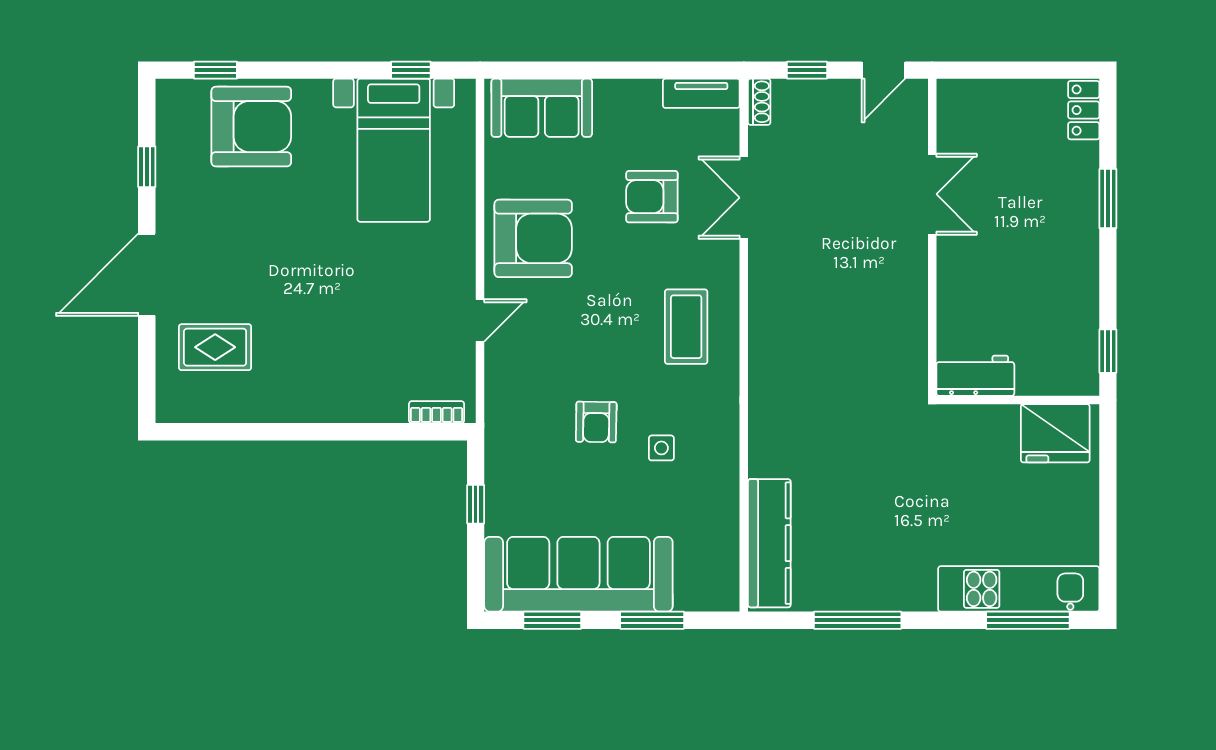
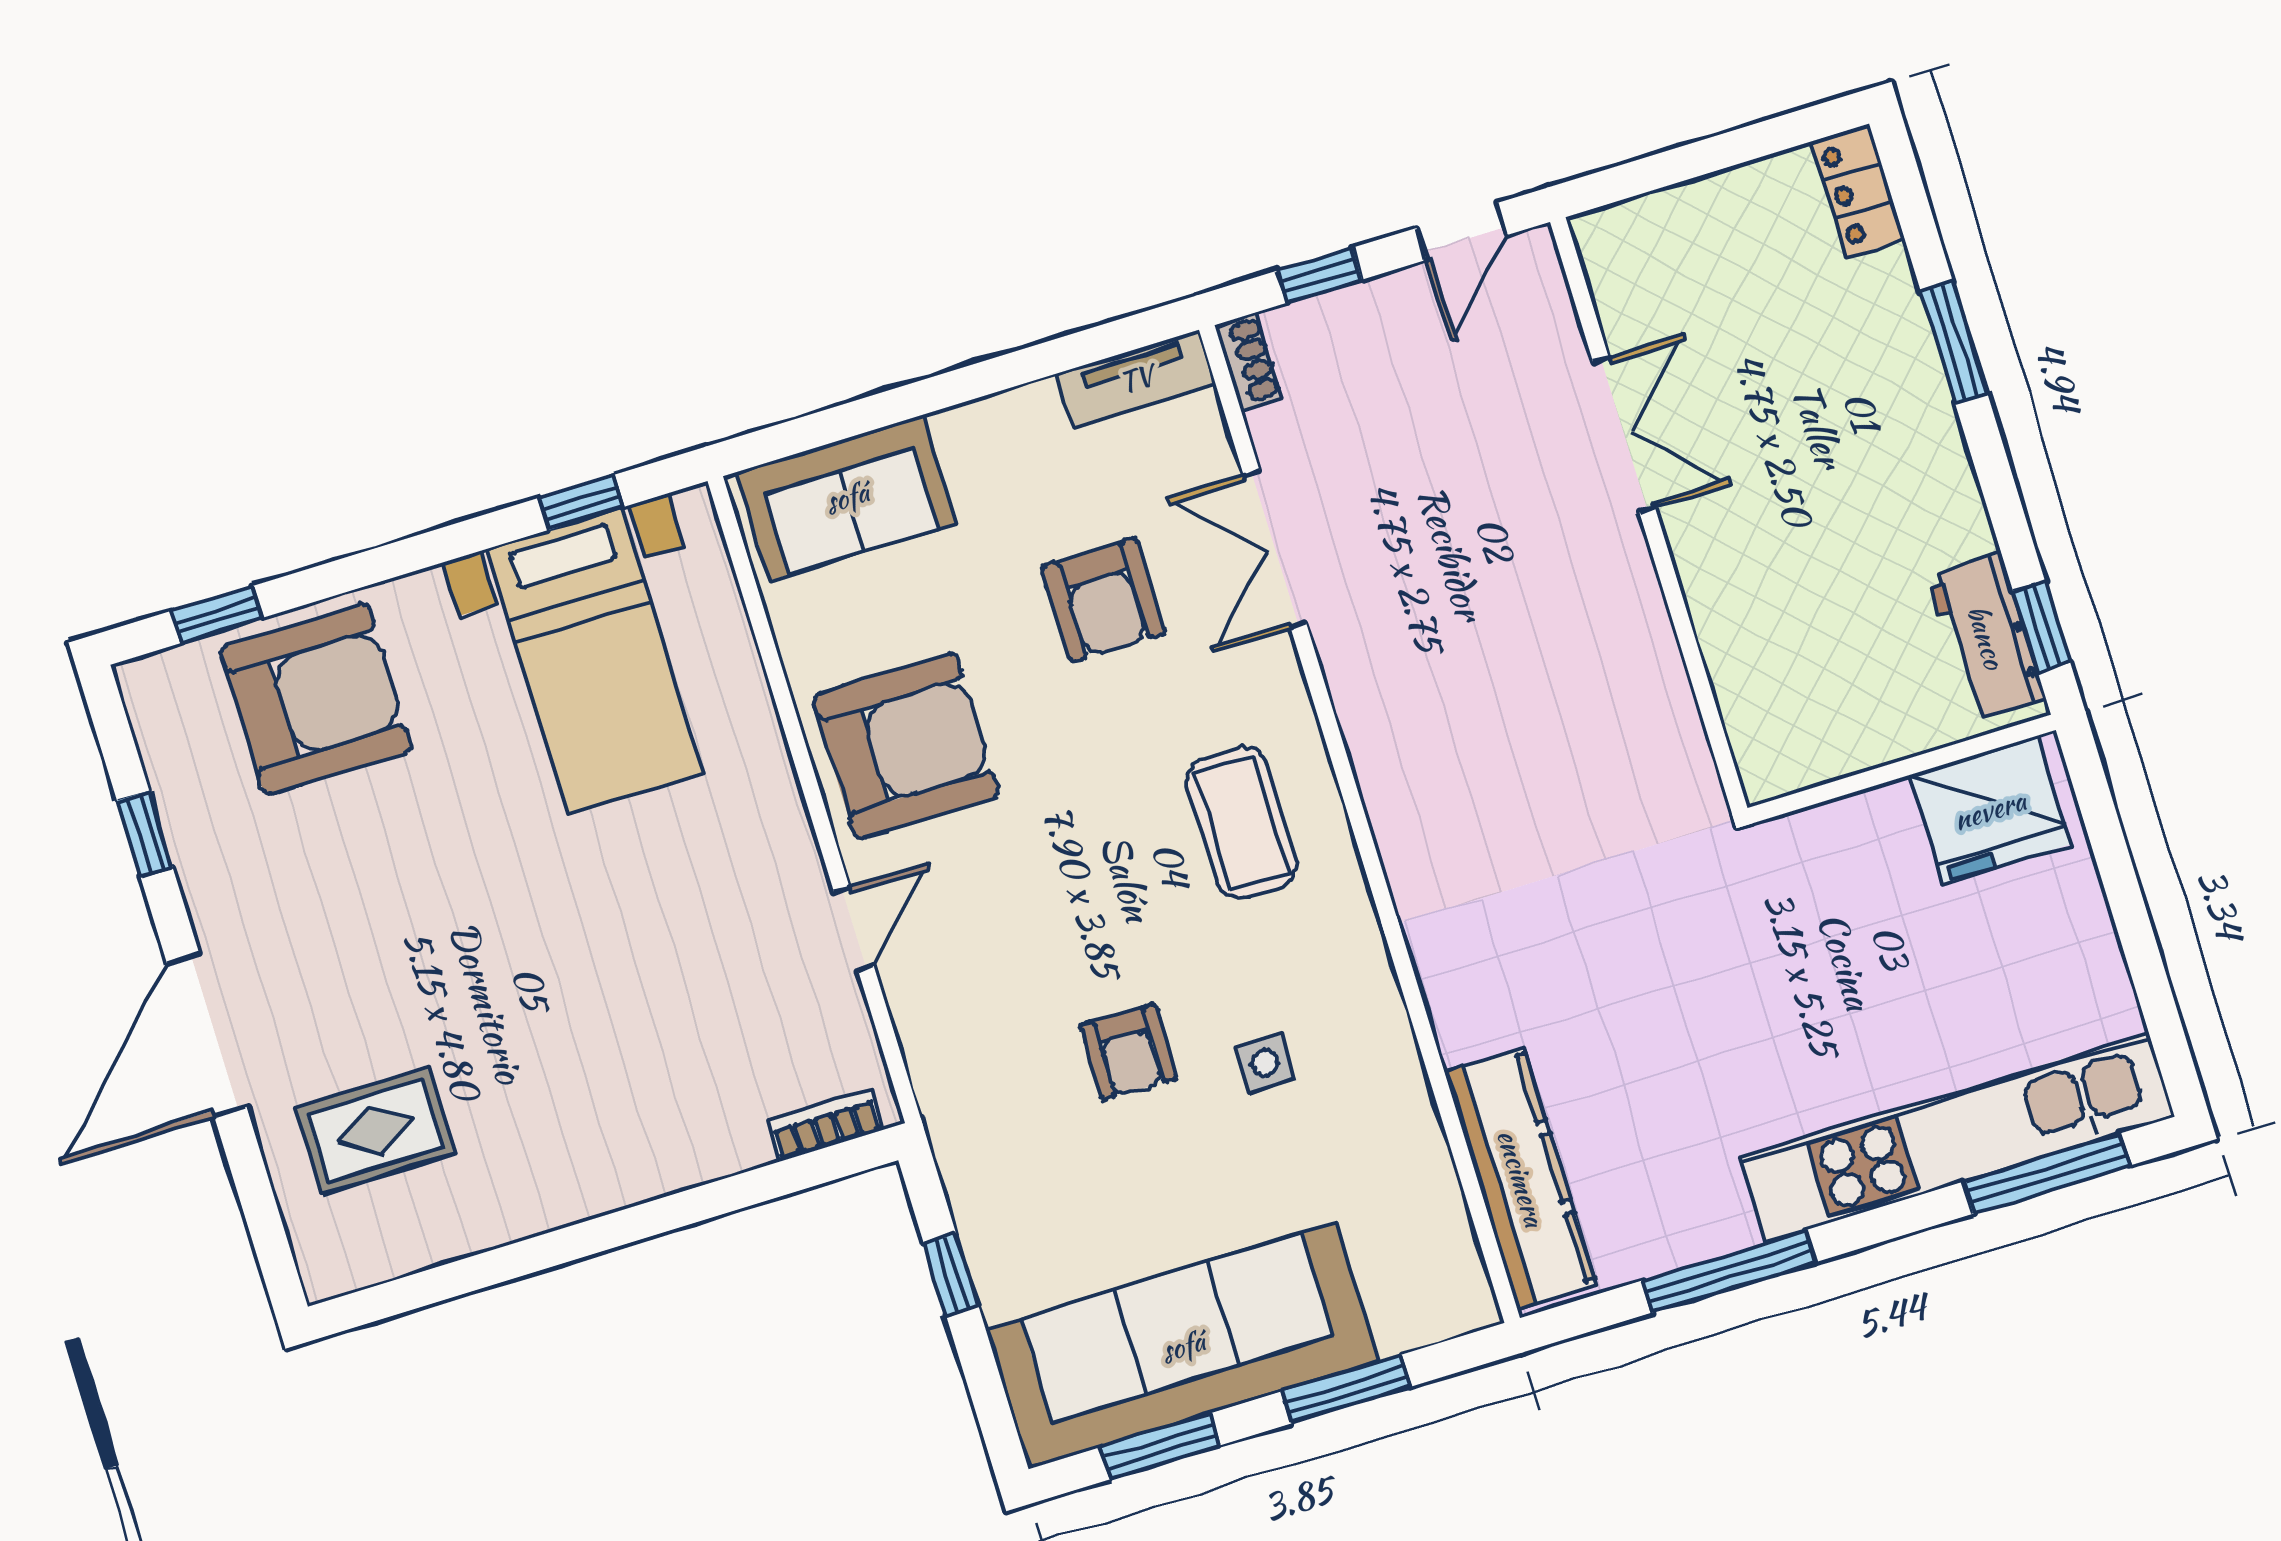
armchair: (652, 197) -> (1103, 600), turned -90
workbench: (975, 376) -> (1986, 637), moved, turned -90
kitchen unit: (1019, 589) -> (1957, 1137), width x1.36

